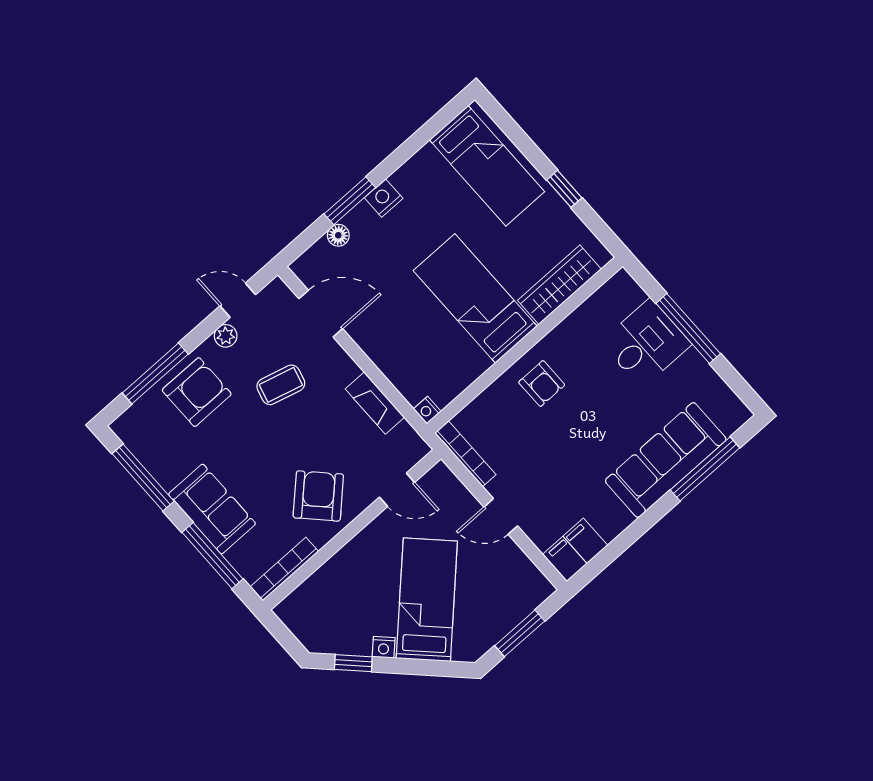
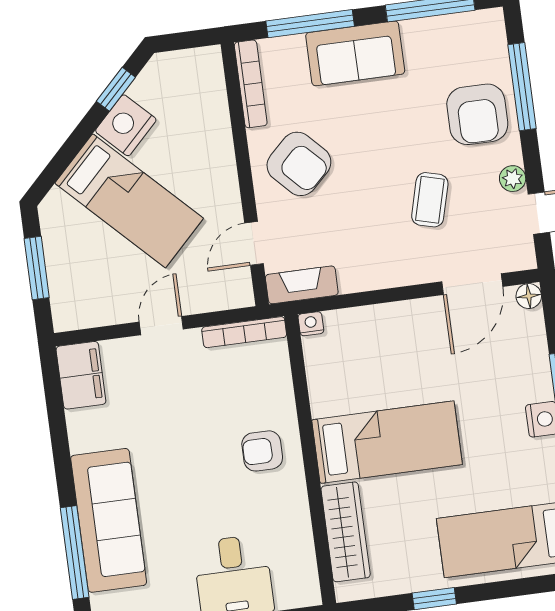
floor lamp: (338, 235) -> (529, 296), moved
fireplace: (375, 403) -> (302, 285), moved
nightstand: (384, 647) -> (126, 125), width x1.89, depth x1.79

